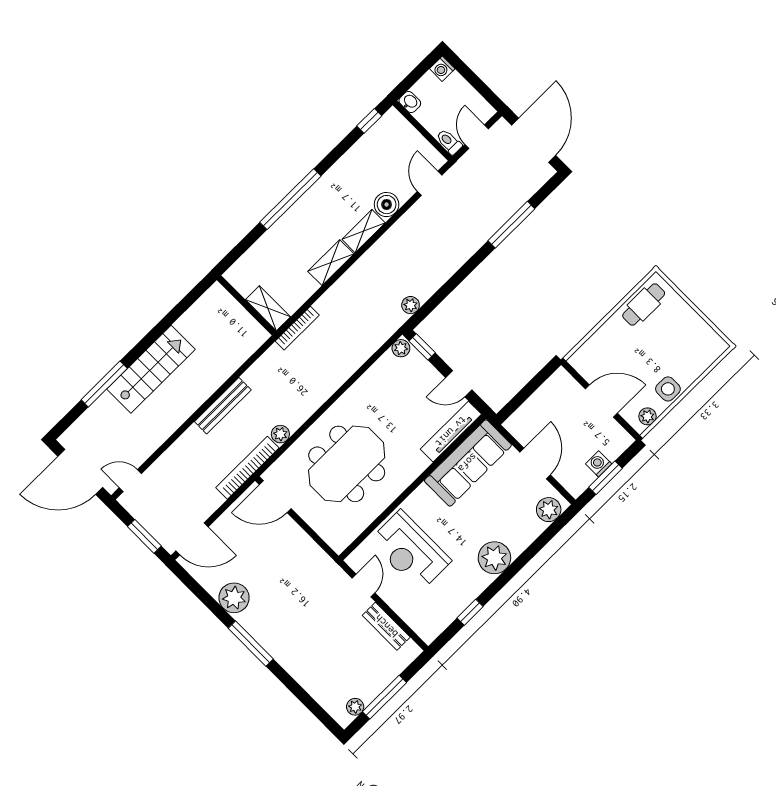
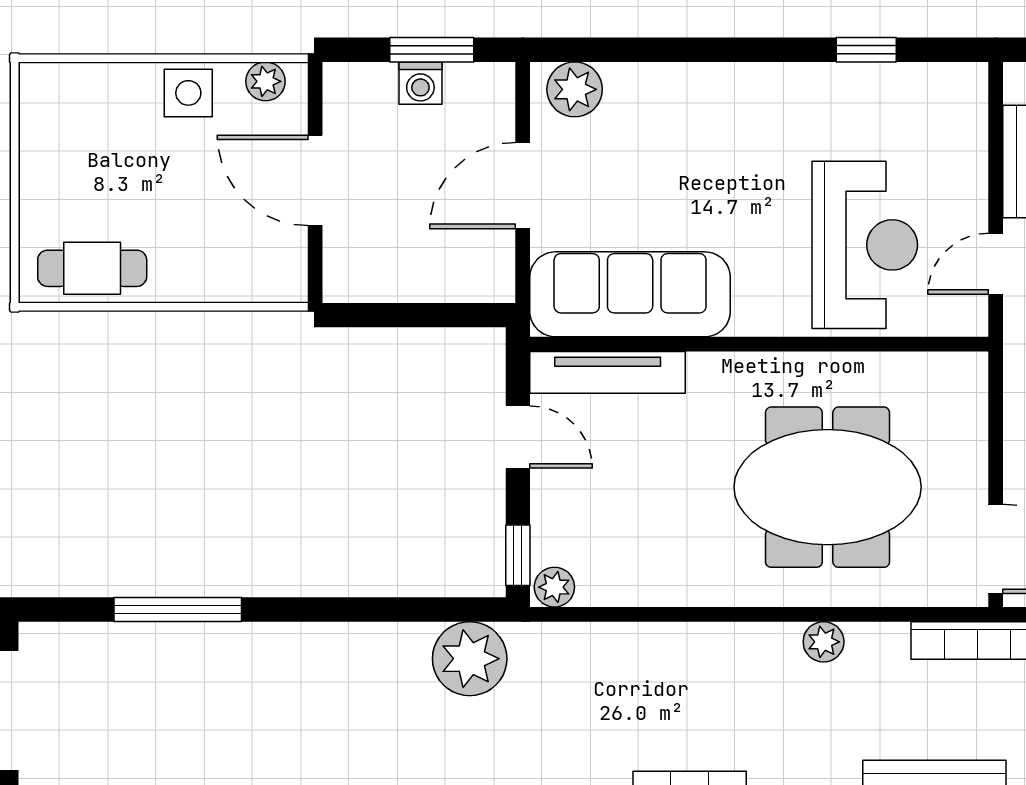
plant: (411, 305) -> (470, 659), width x1.88, depth x1.88
plant: (280, 434) -> (824, 642), moved
plant: (494, 558) -> (740, 99), removed

